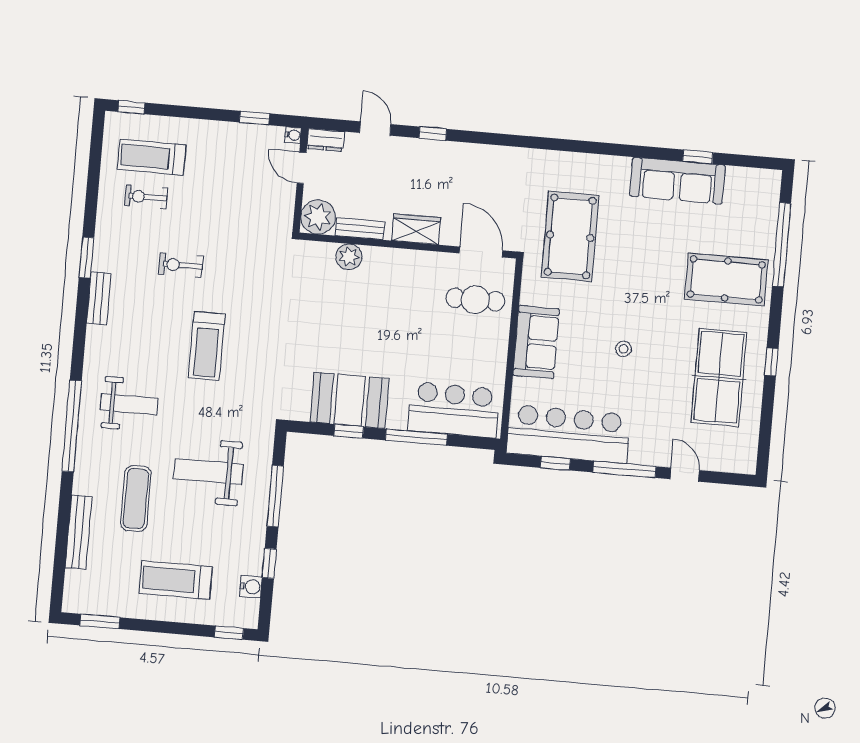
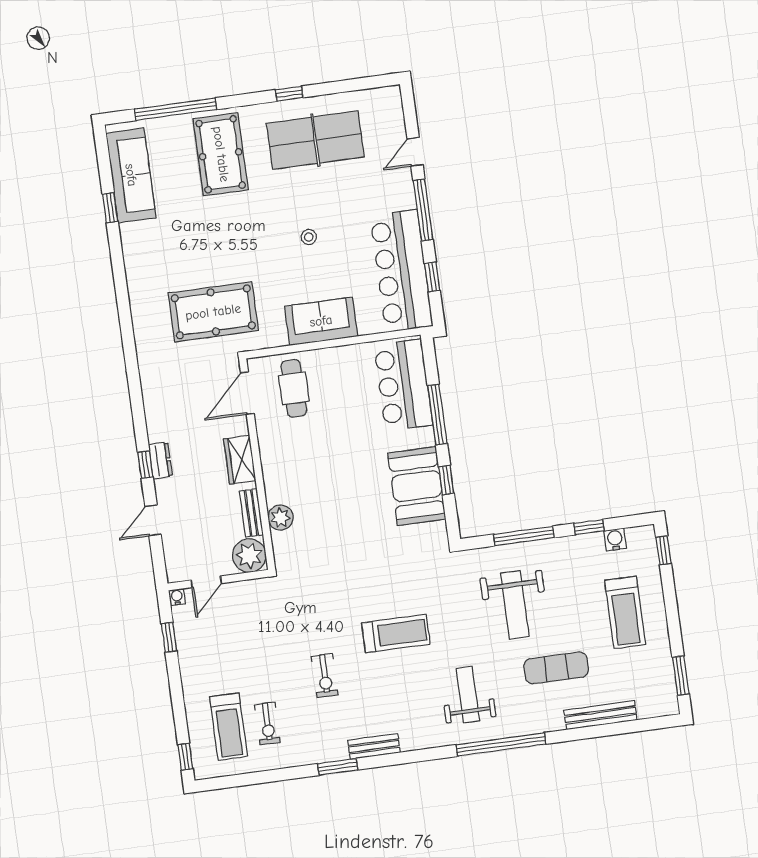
dresser: (325, 140) -> (160, 460), moved
sofa: (677, 181) -> (131, 175), moved

